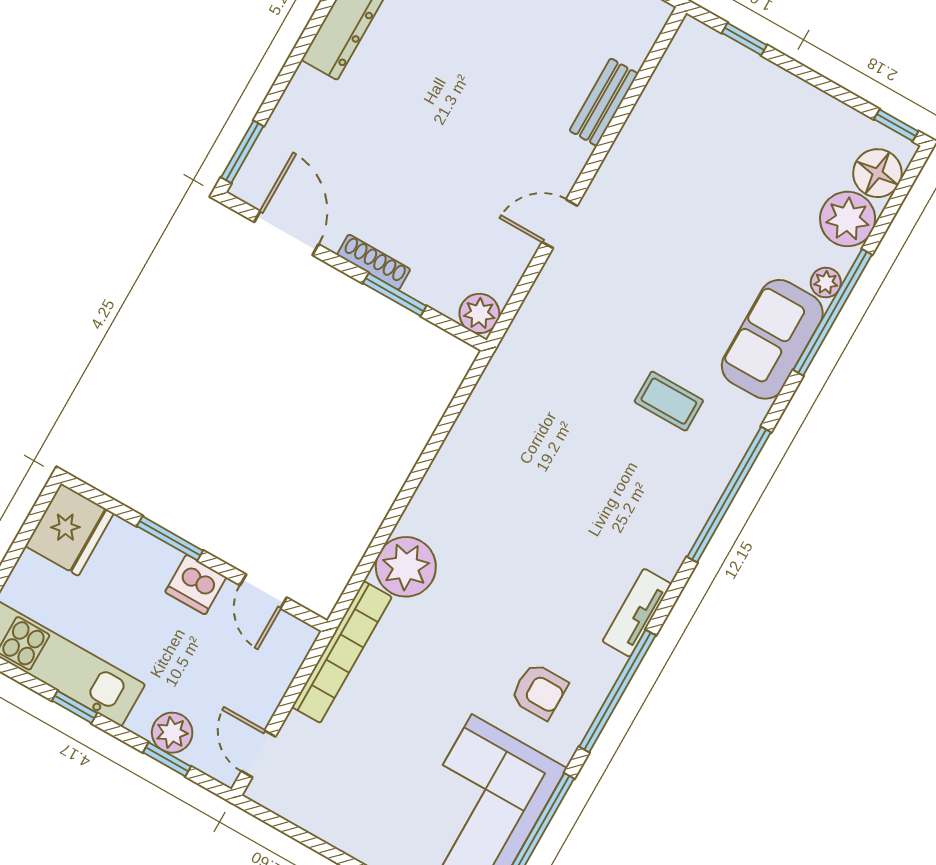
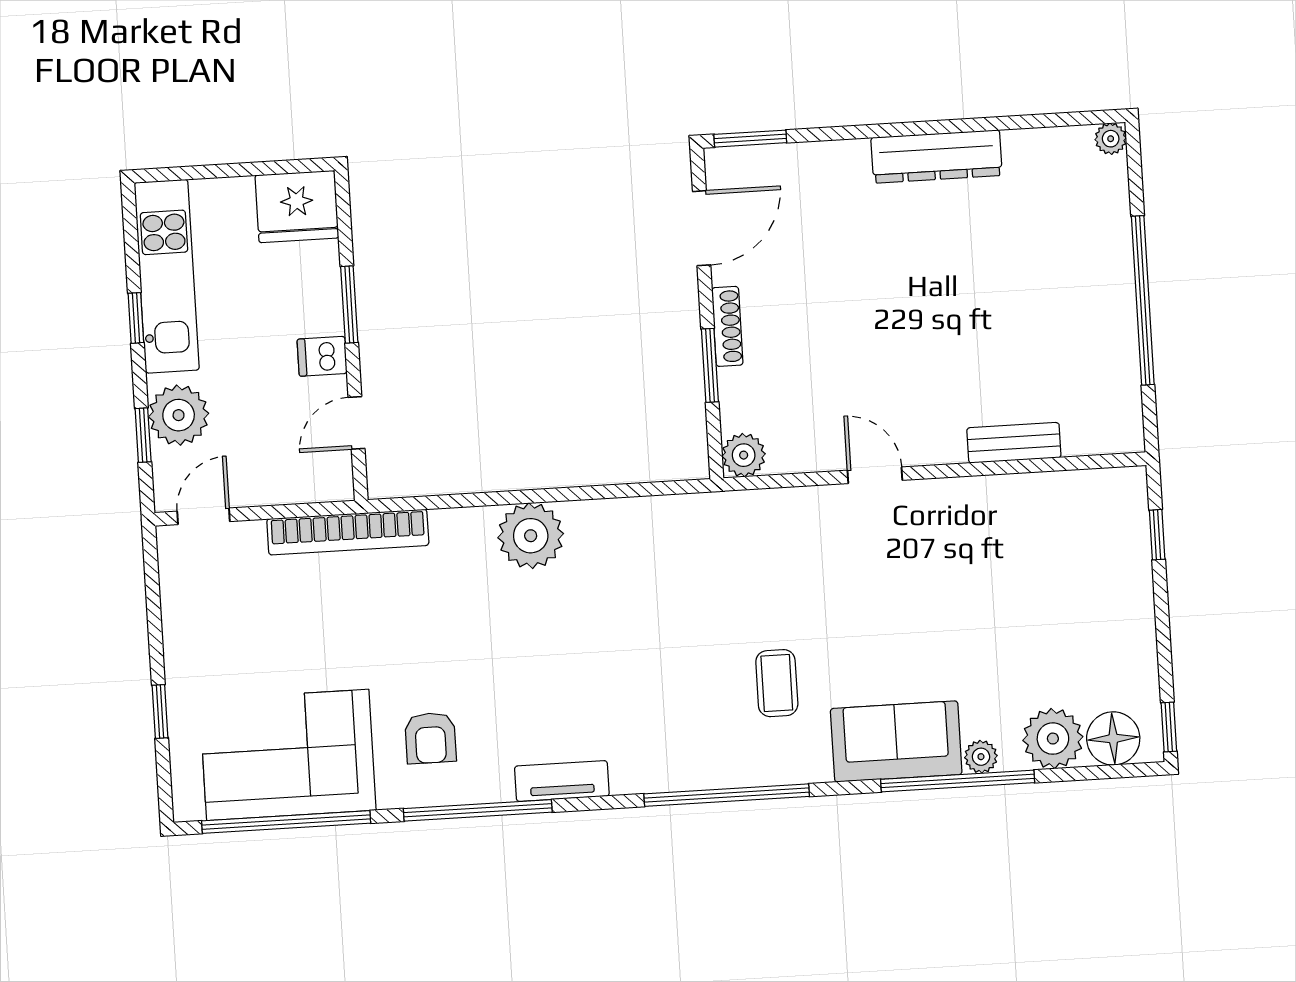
plant: (406, 567) -> (531, 536), moved
dishwasher: (196, 585) -> (322, 356), width x0.73
plant: (172, 733) -> (179, 415), width x1.36, depth x1.36

